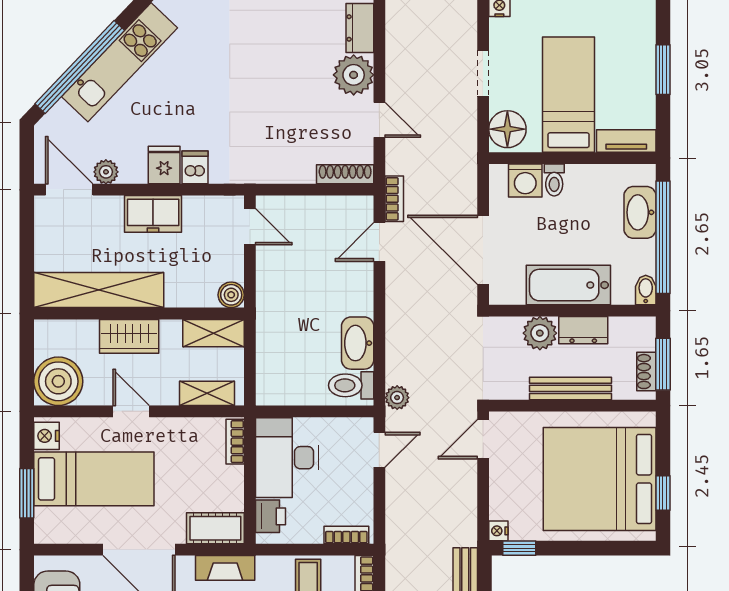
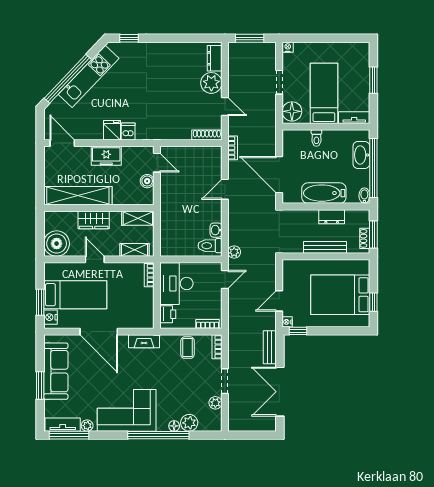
plant: (106, 172) -> (82, 134), removed
washing machine: (525, 180) -> (301, 138), removed
door: (379, 242) -> (225, 189), moved
boiler: (231, 295) -> (147, 181), moved
plant: (540, 333) -> (309, 218), removed
washbasin: (358, 343) -> (216, 230), width x0.52, depth x0.69
nightstand: (47, 436) -> (50, 317), moved
door: (483, 439) -> (279, 301), moved
bed: (600, 479) -> (340, 295), width x0.73
cot: (215, 528) -> (139, 321), removed

